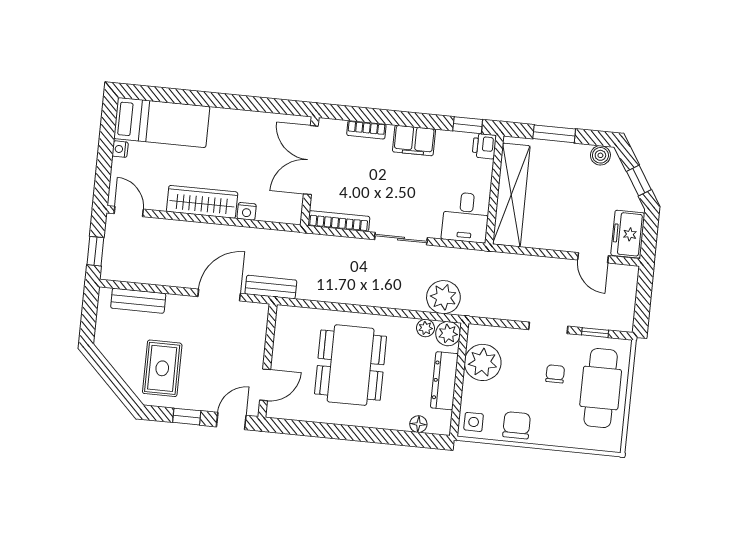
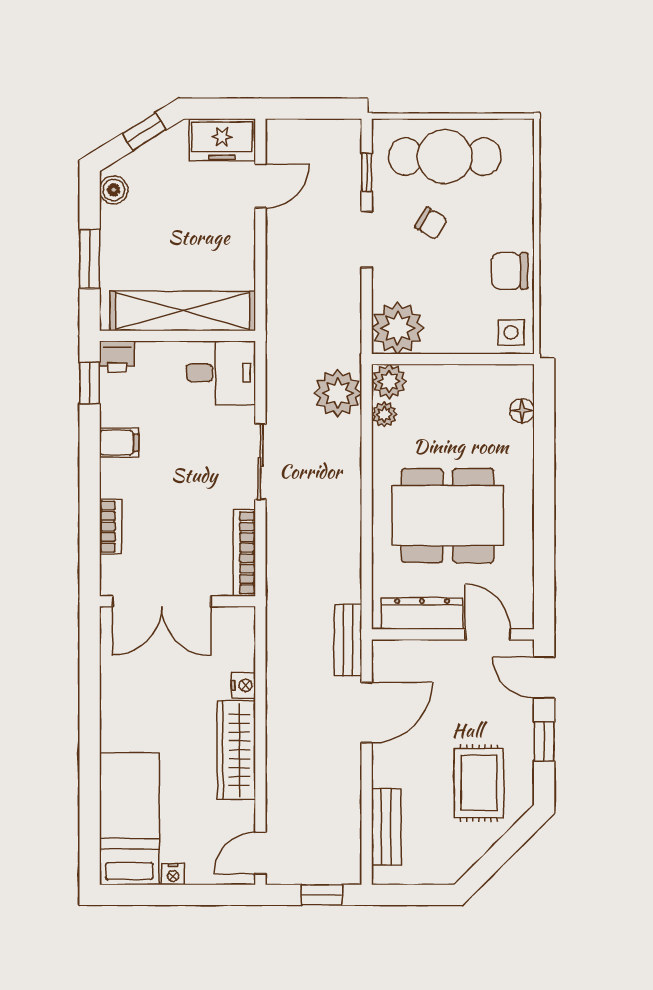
filing cabinet: (414, 140) -> (119, 443), width x0.50
door: (219, 295) -> (367, 713), swing flipped
plant: (483, 362) -> (398, 328), moved
rug: (162, 368) -> (479, 783), turned 90
chair: (555, 374) -> (431, 223), turned -149
dresser: (444, 381) -> (422, 614), moved, turned 180

